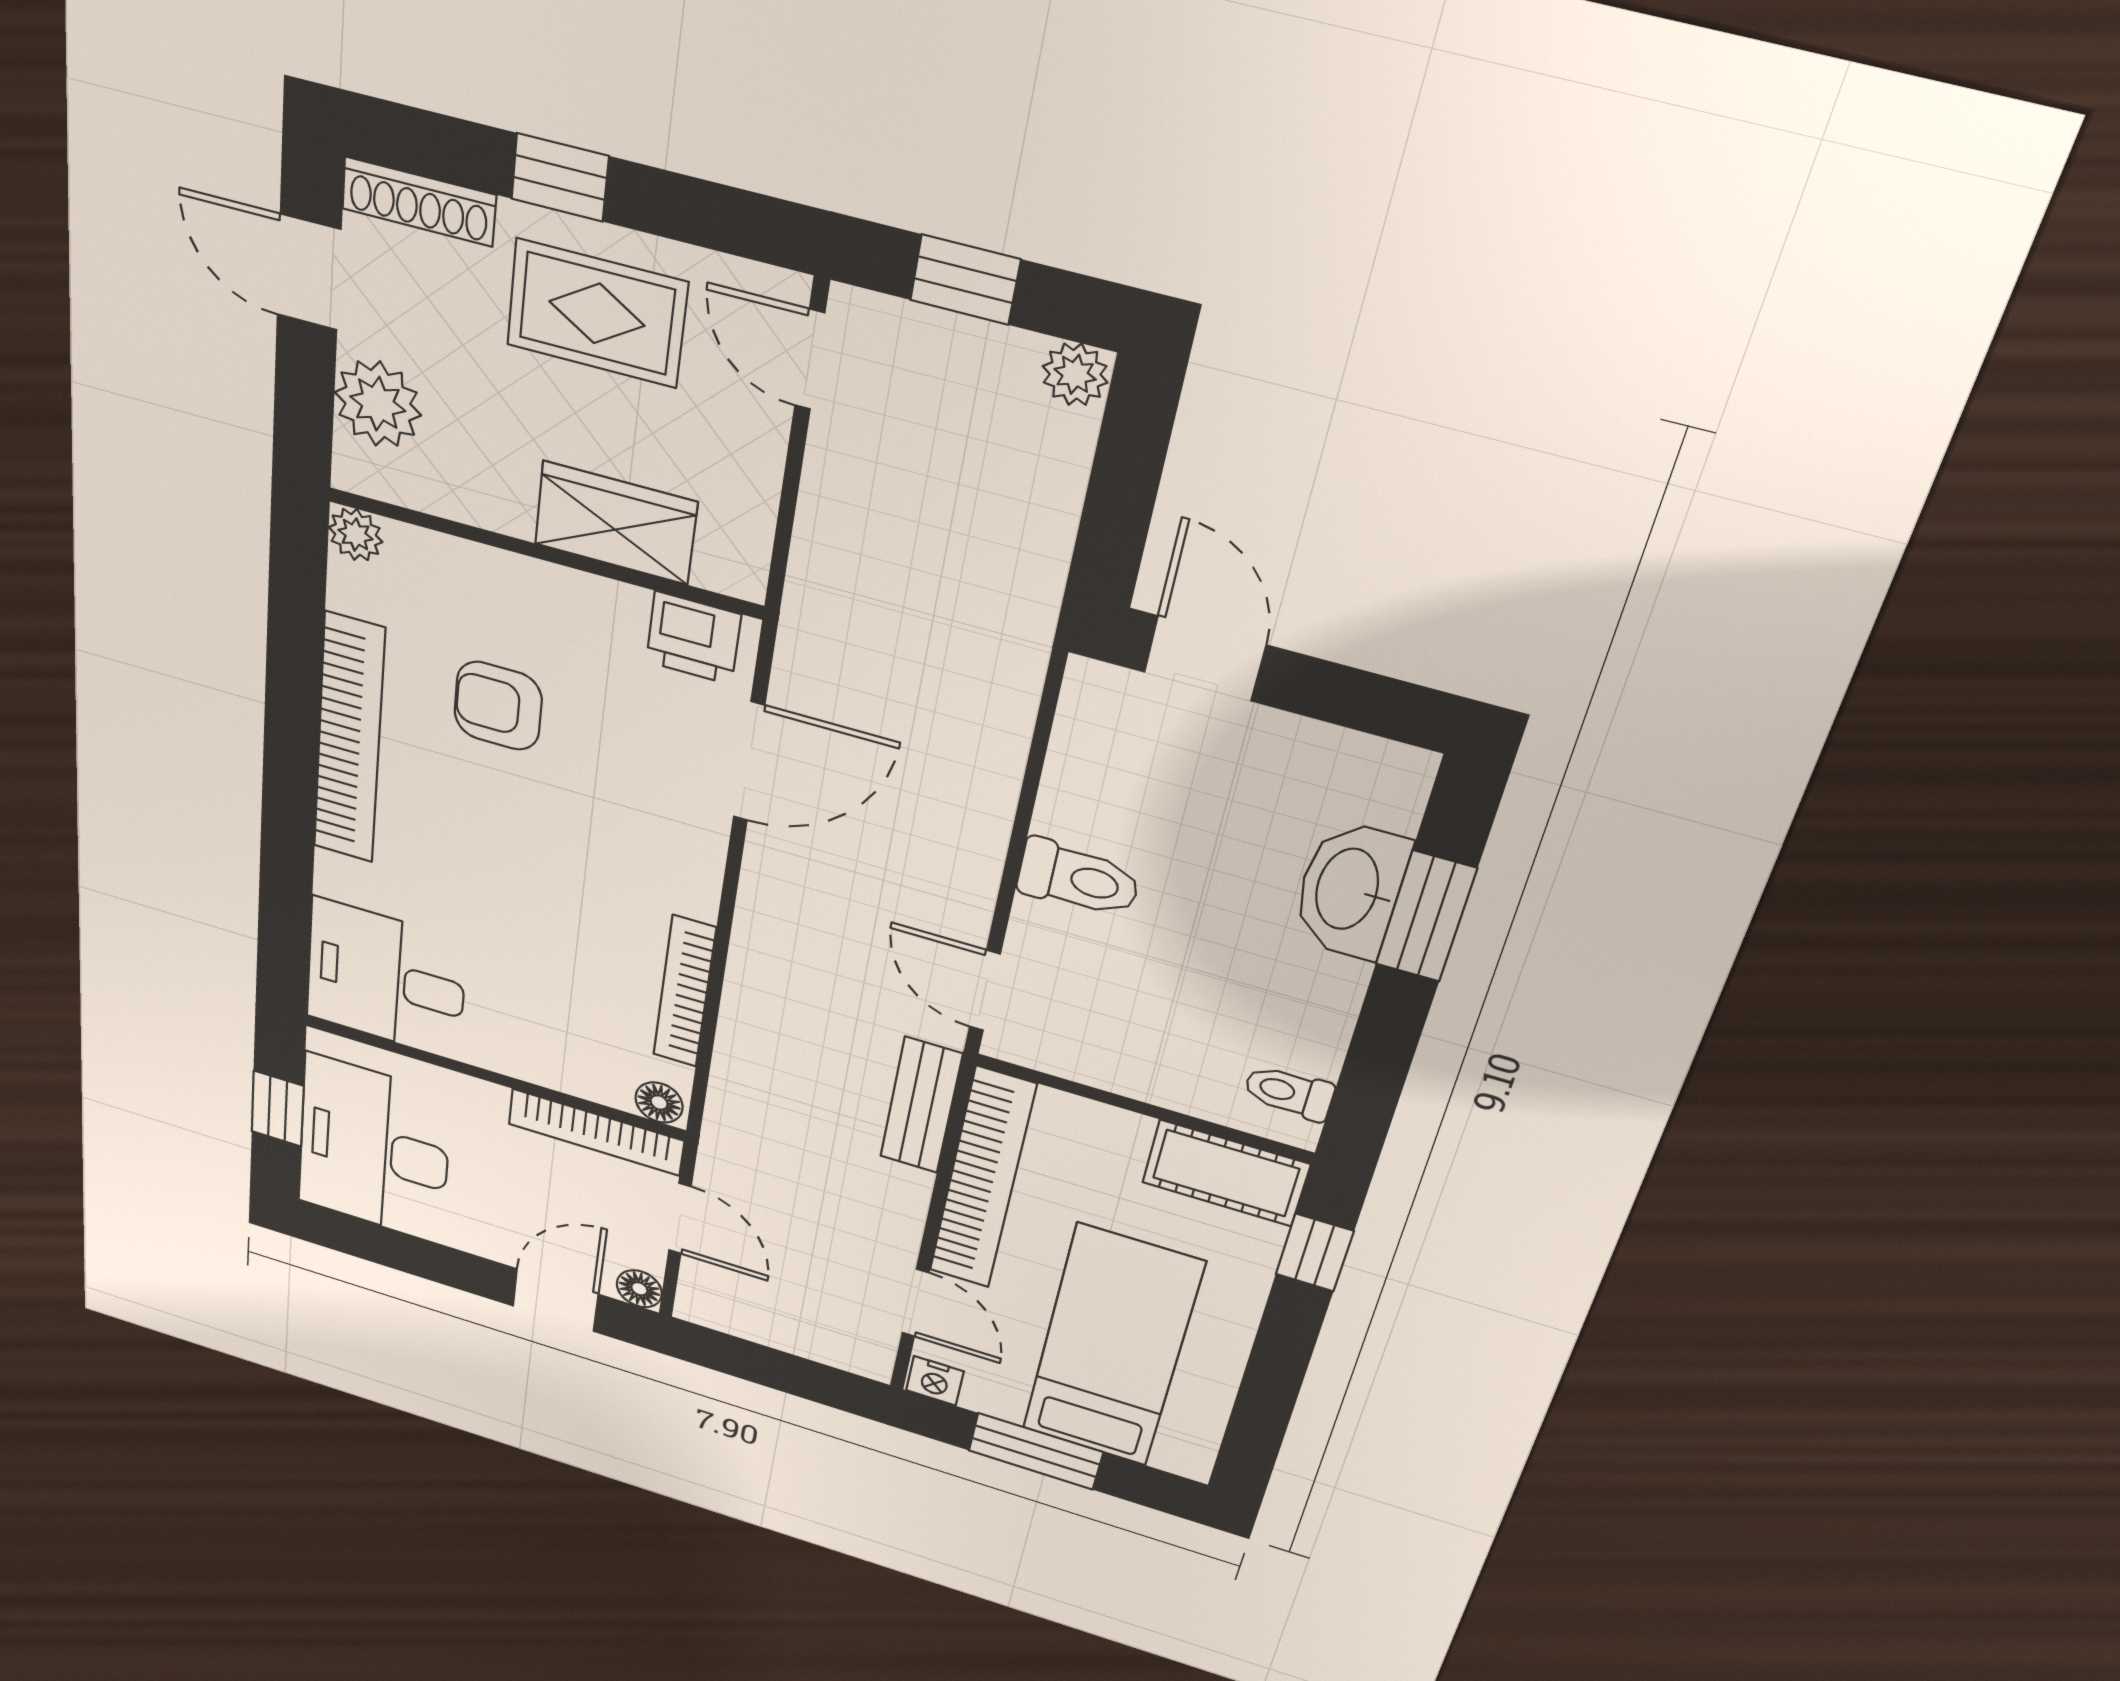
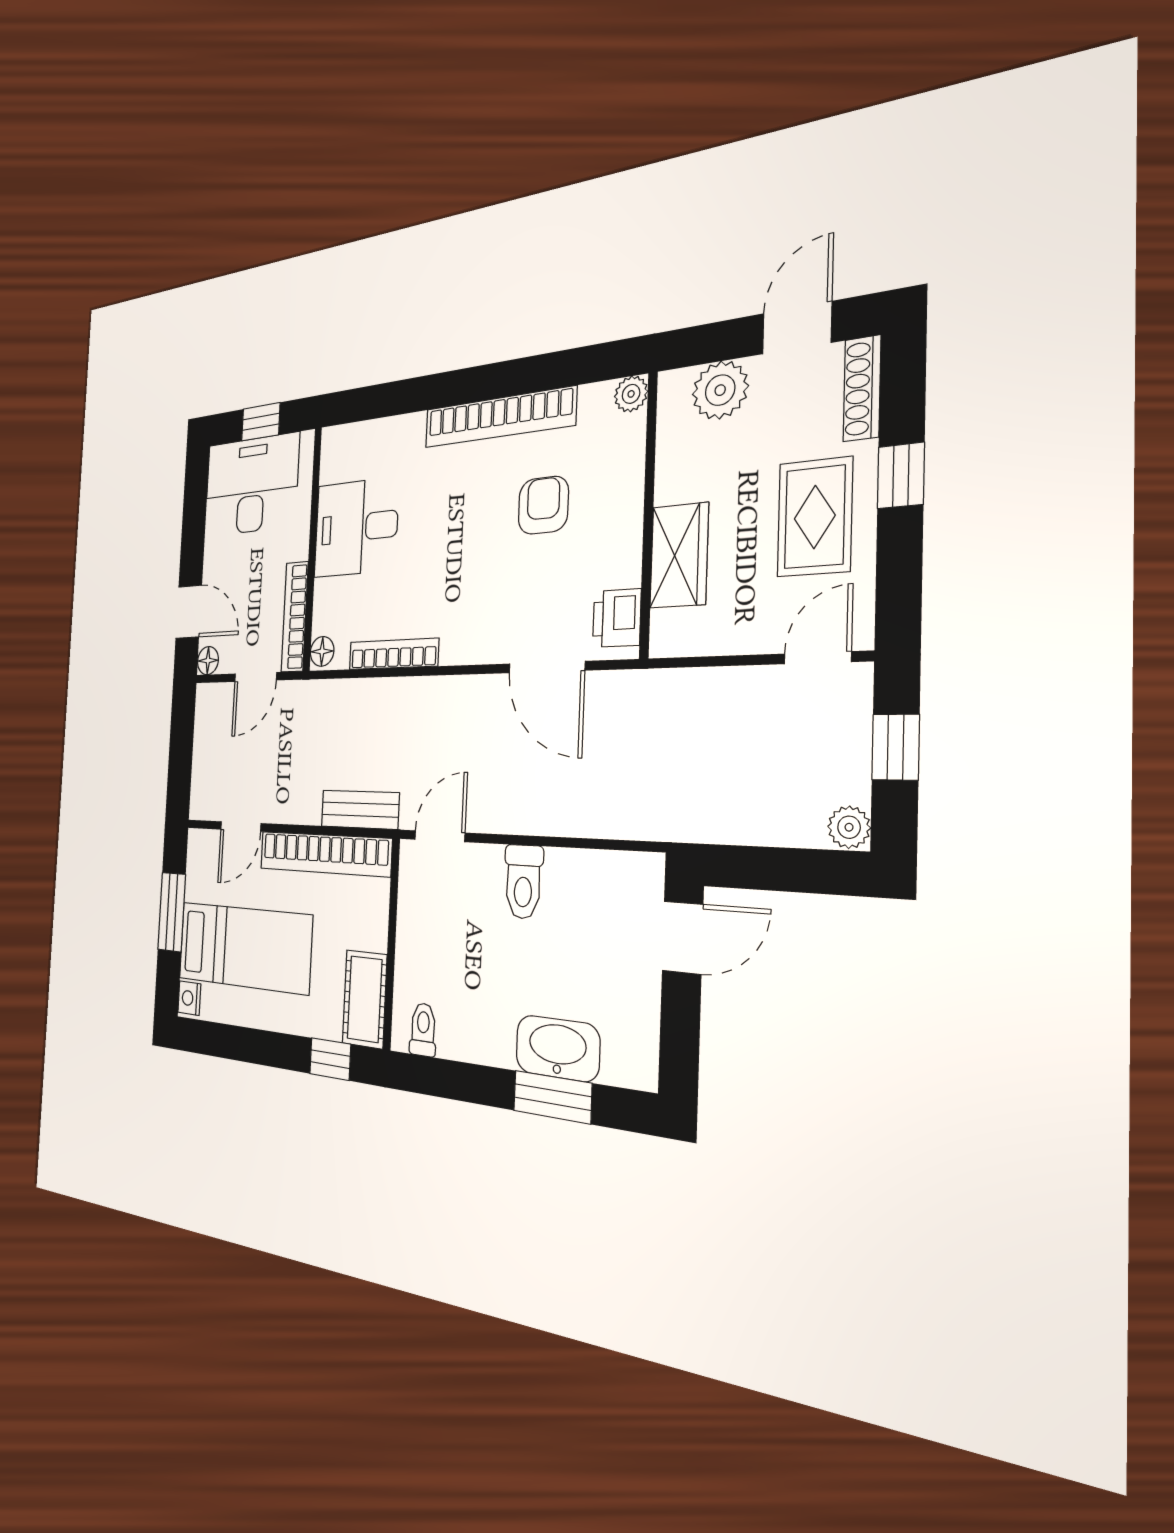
desk: (386, 979) -> (356, 527), moved, turned -90
nightstand: (935, 1381) -> (189, 998), moved

